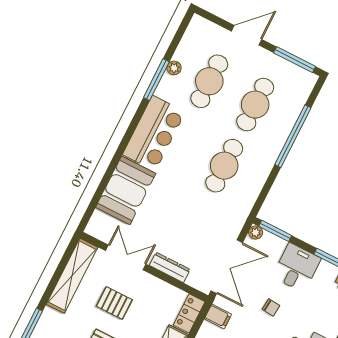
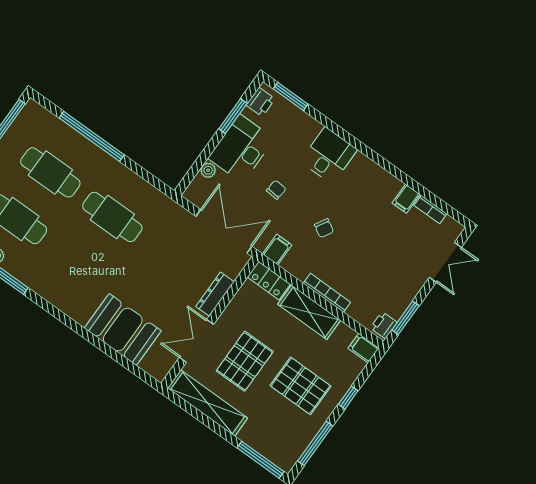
bar counter: (154, 133) -> (65, 289), removed
window: (275, 231) -> (193, 172), removed
plant: (256, 233) -> (208, 170), moved
desk: (297, 268) -> (241, 149), width x1.37
pallet: (114, 303) -> (245, 361), width x1.50, depth x1.42

